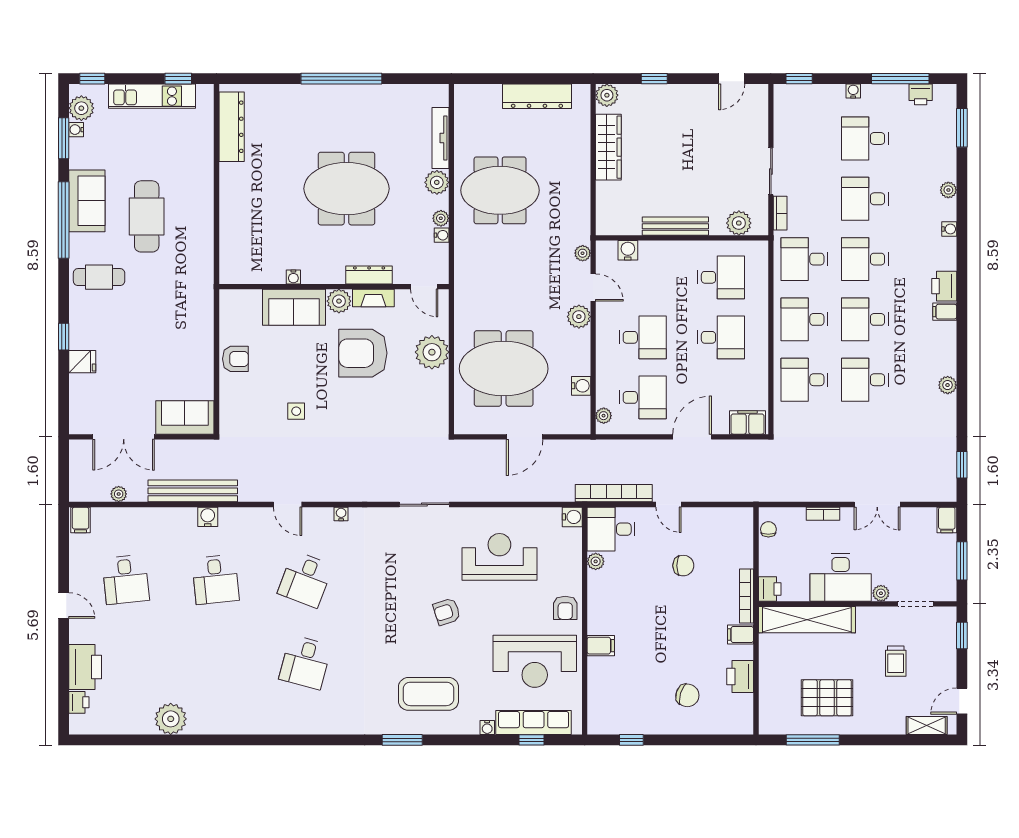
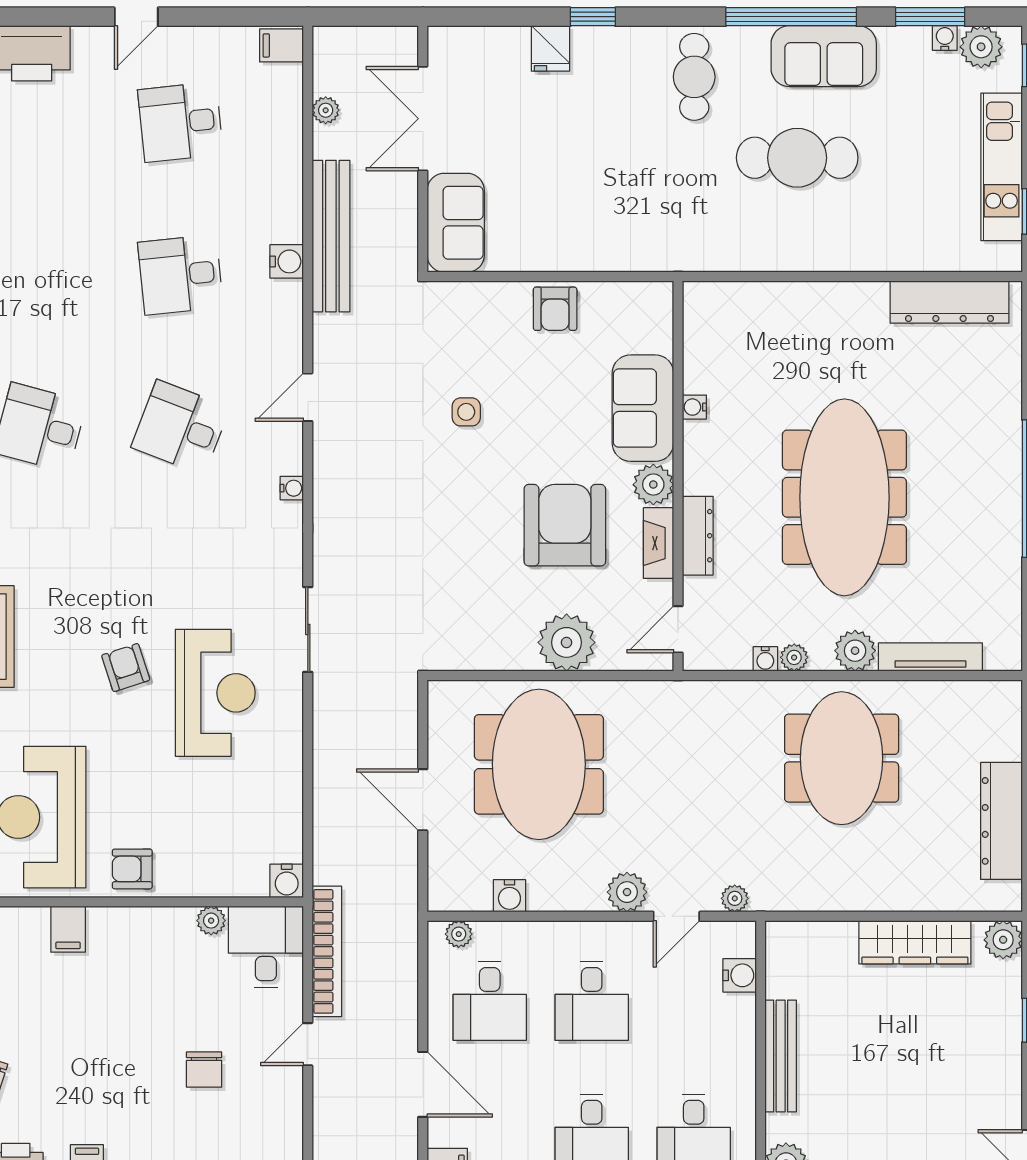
meeting table: (346, 189) -> (844, 497), width x1.36
reception desk: (499, 557) -> (215, 693), moved

